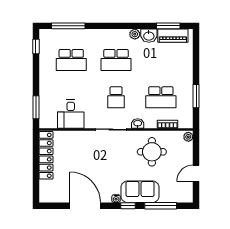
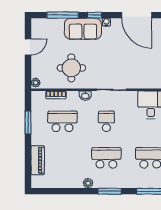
window: (168, 26) -> (110, 191), moved
washbasin: (149, 36) -> (74, 182), removed
piano: (173, 36) -> (38, 160), moved, turned 90

